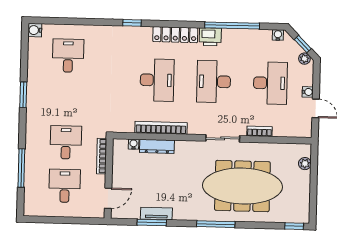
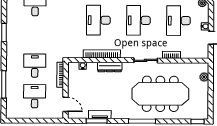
desk: (157, 80) -> (98, 20), turned 180
desk: (270, 83) -> (179, 21), turned 180
dresser: (157, 146) -> (110, 67), moved
door: (108, 198) -> (65, 104), hinge flipped

